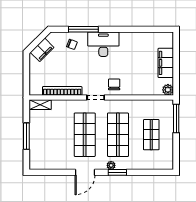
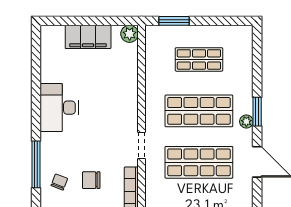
desk: (103, 44) -> (59, 108), moved
chair: (114, 84) -> (91, 180), moved
window: (176, 119) -> (174, 21), width x0.69

